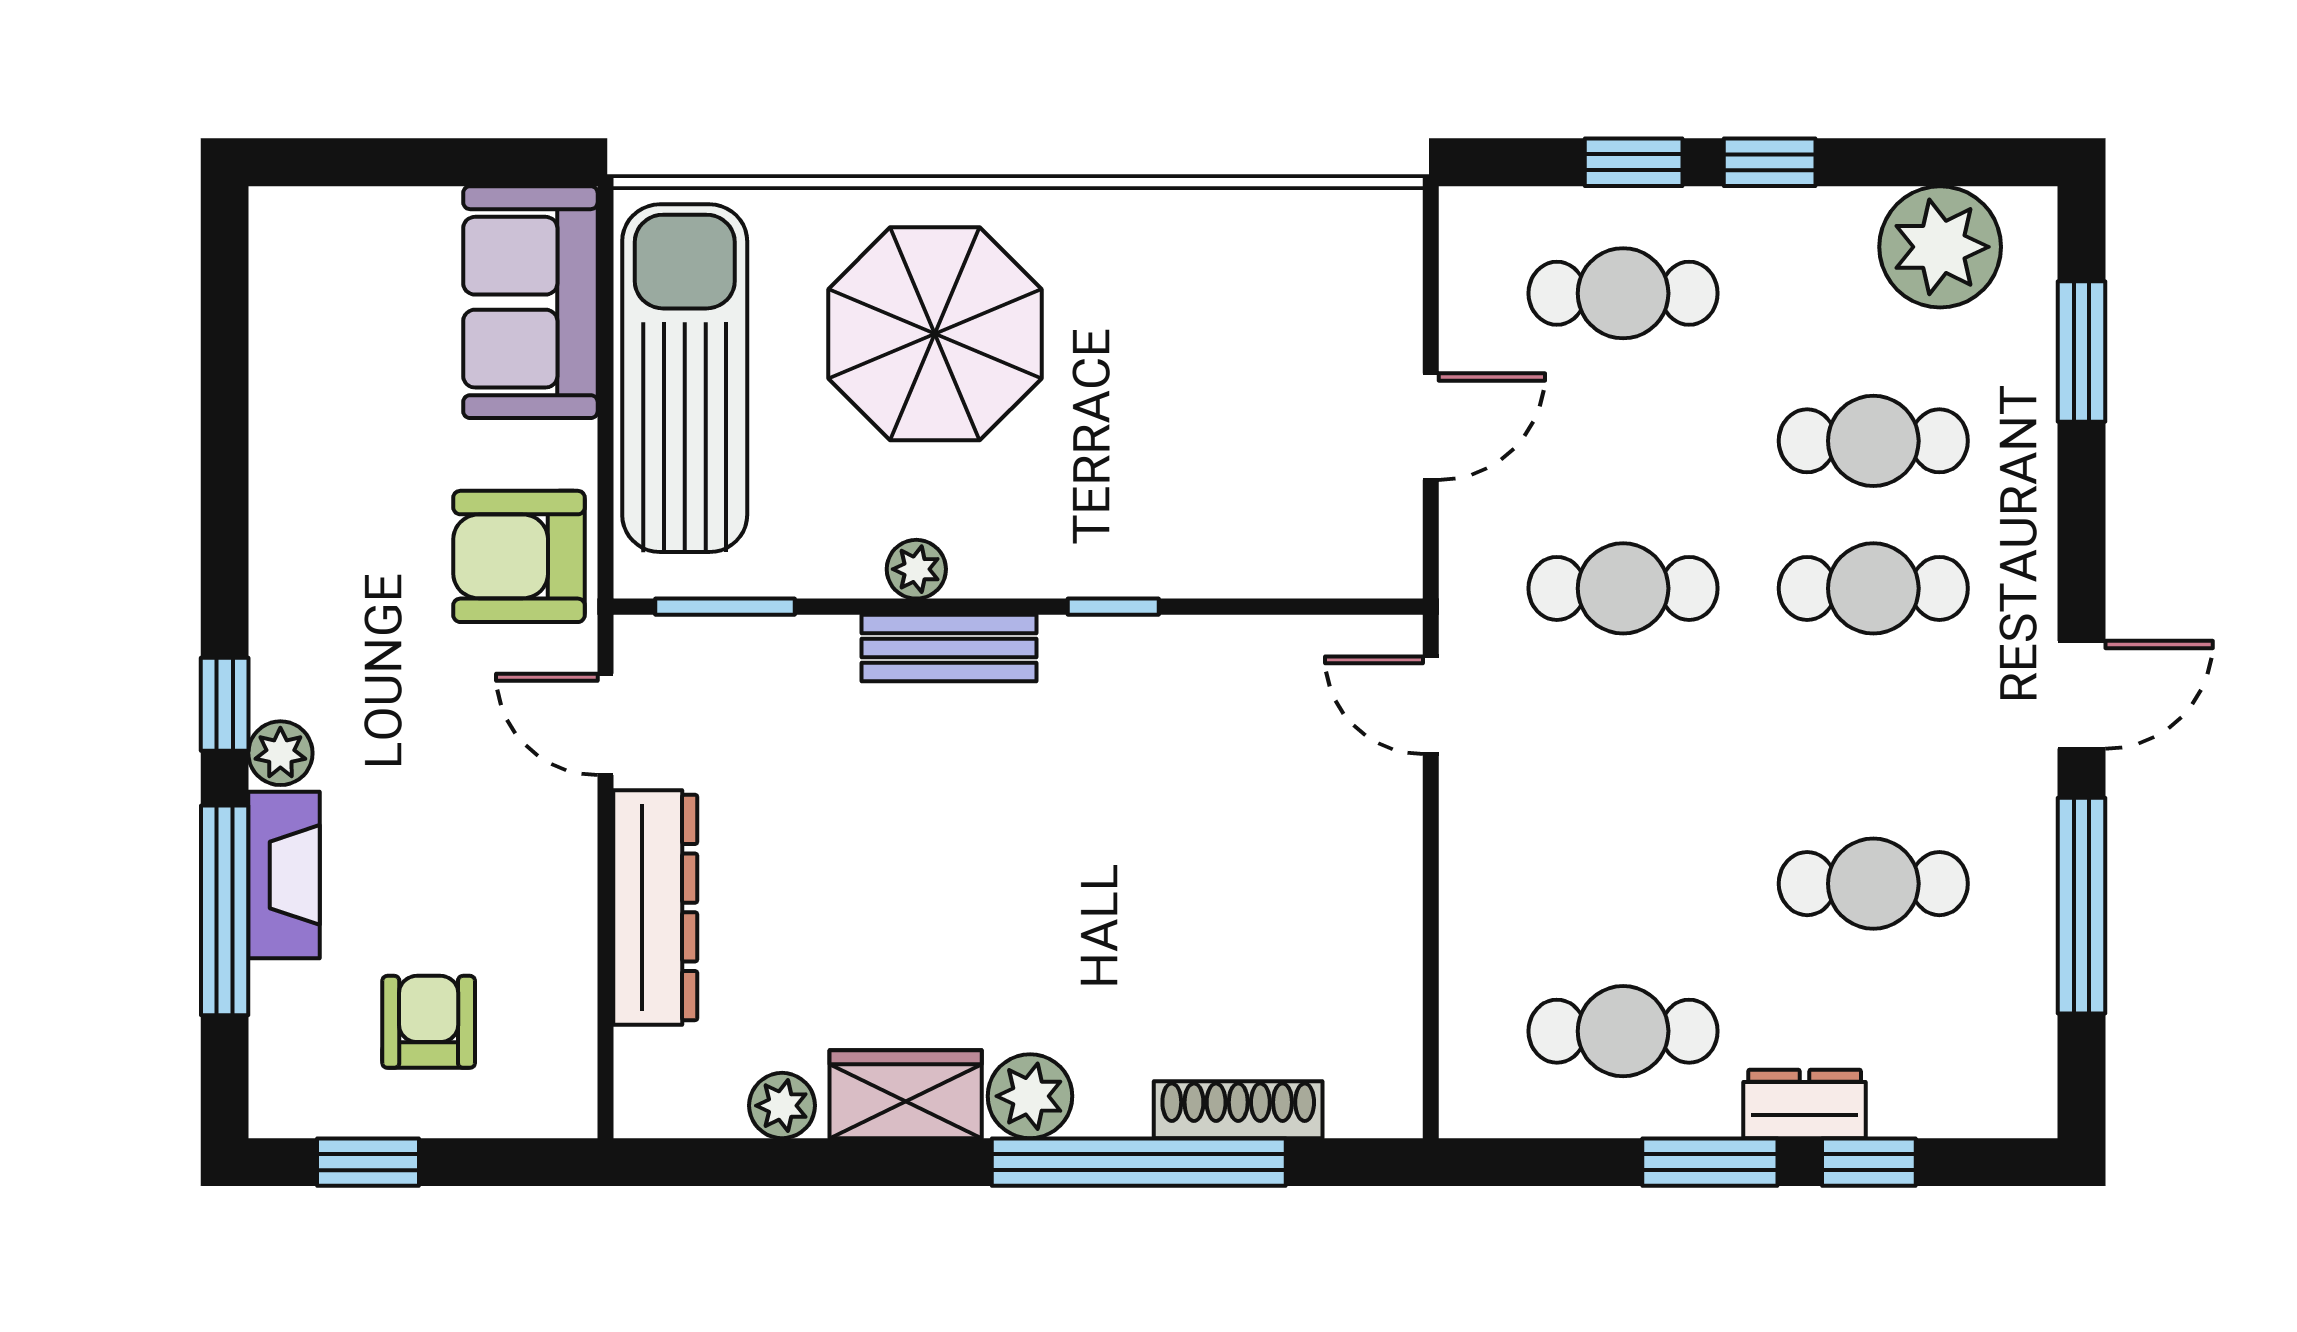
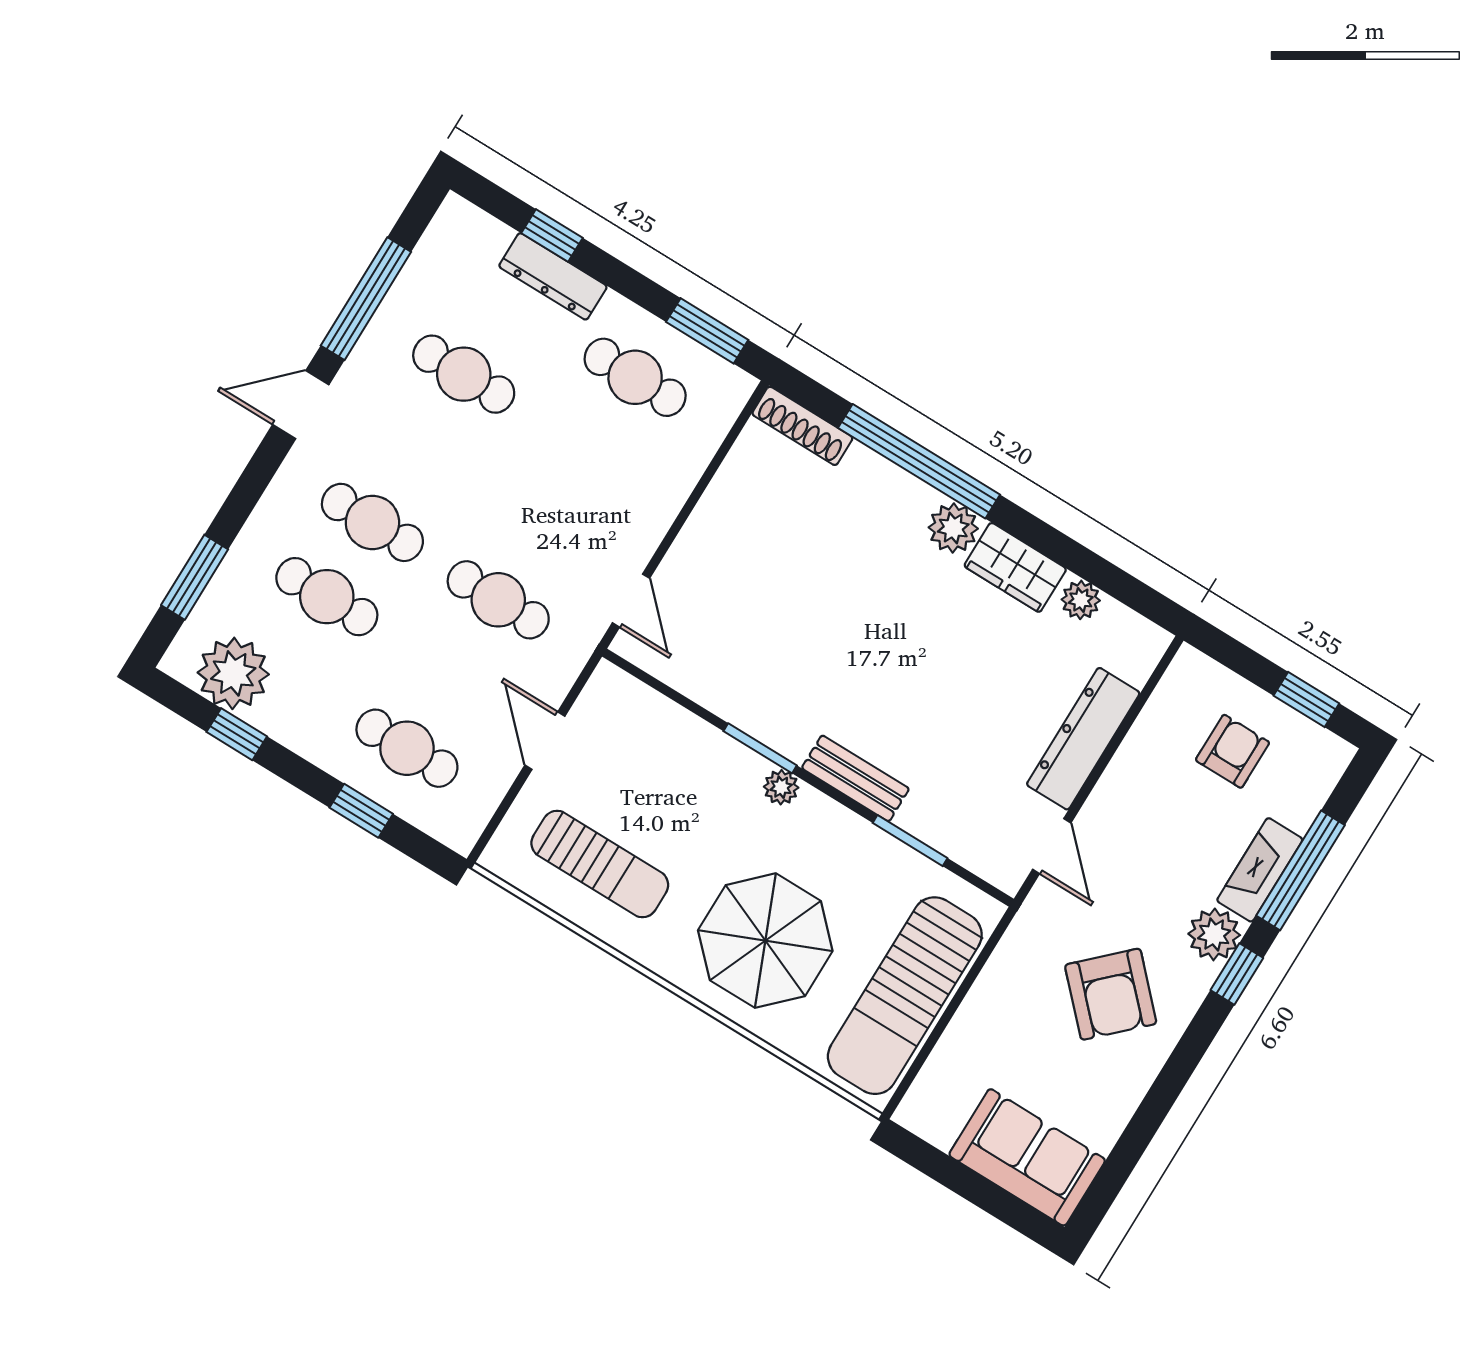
window: (1770, 162) -> (237, 734), moved
sun lounger: (1242, 297) -> (600, 864), added
sofa: (530, 302) -> (1027, 1157), moved, turned -90
door: (1431, 427) -> (545, 741), hinge flipped
armchair: (519, 556) -> (1111, 994), moved, turned 46
plant: (916, 569) -> (781, 787), moved
window: (725, 607) -> (910, 841), moved
window: (1113, 607) -> (760, 748), width x1.50
plant: (280, 753) -> (1214, 934), width x1.38, depth x1.38
armchair: (429, 1022) -> (1232, 751), turned 180
dresser: (1805, 1104) -> (553, 276), width x1.44
shoe rack: (1238, 1110) -> (802, 426), moved
window: (1710, 1162) -> (707, 331), moved

